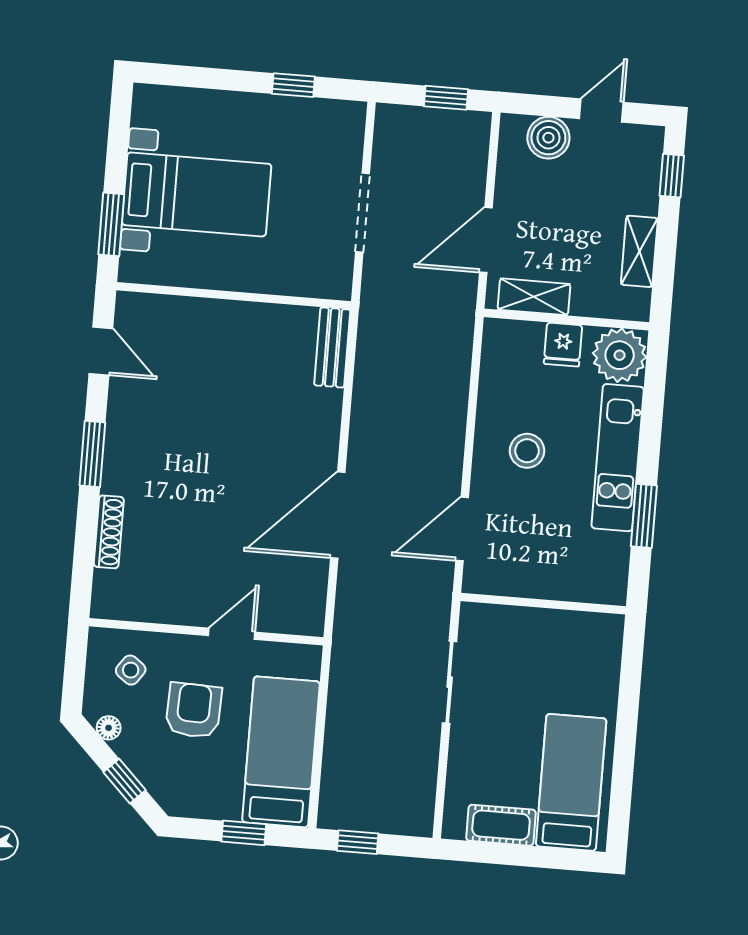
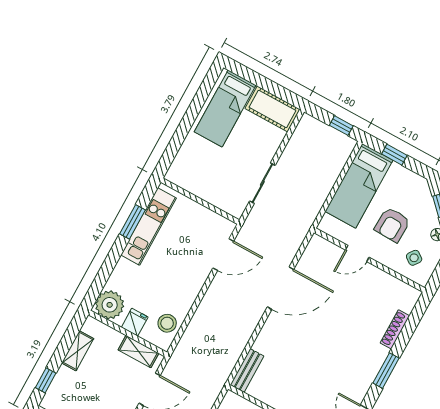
stool: (527, 451) -> (167, 323), moved
kitchen unit: (618, 458) -> (149, 226), moved
cot: (501, 825) -> (272, 109), width x1.37, depth x1.34

